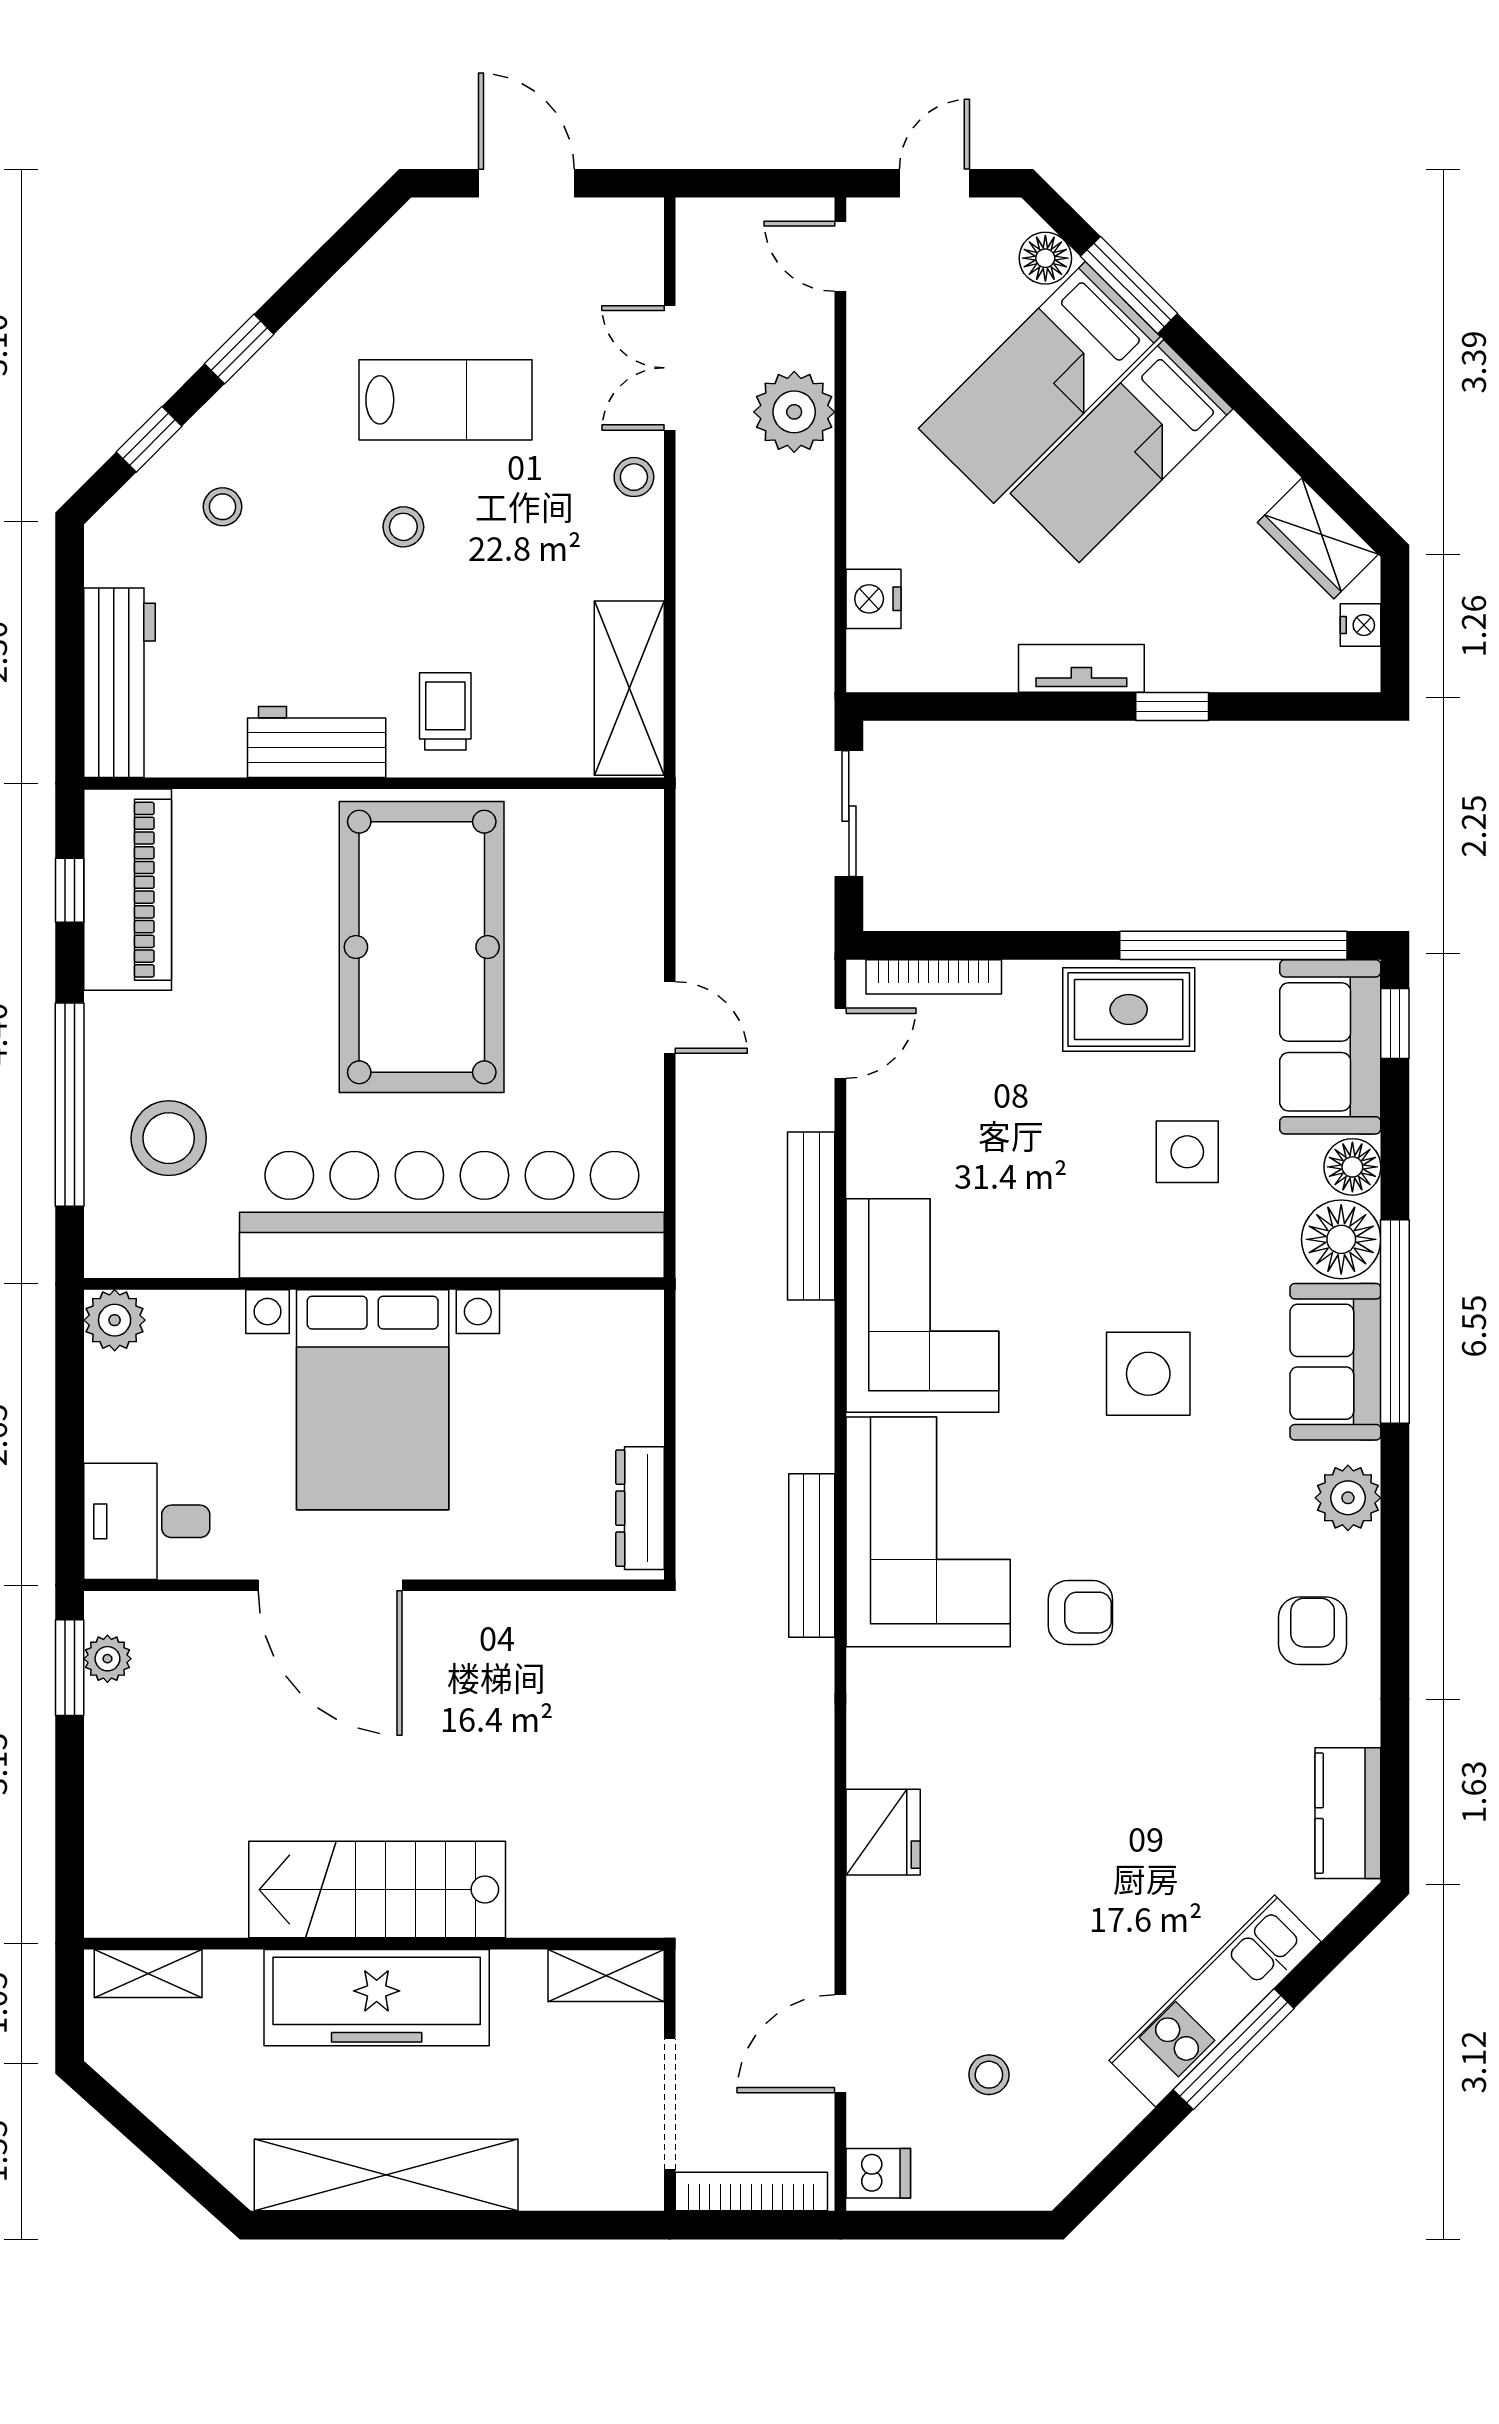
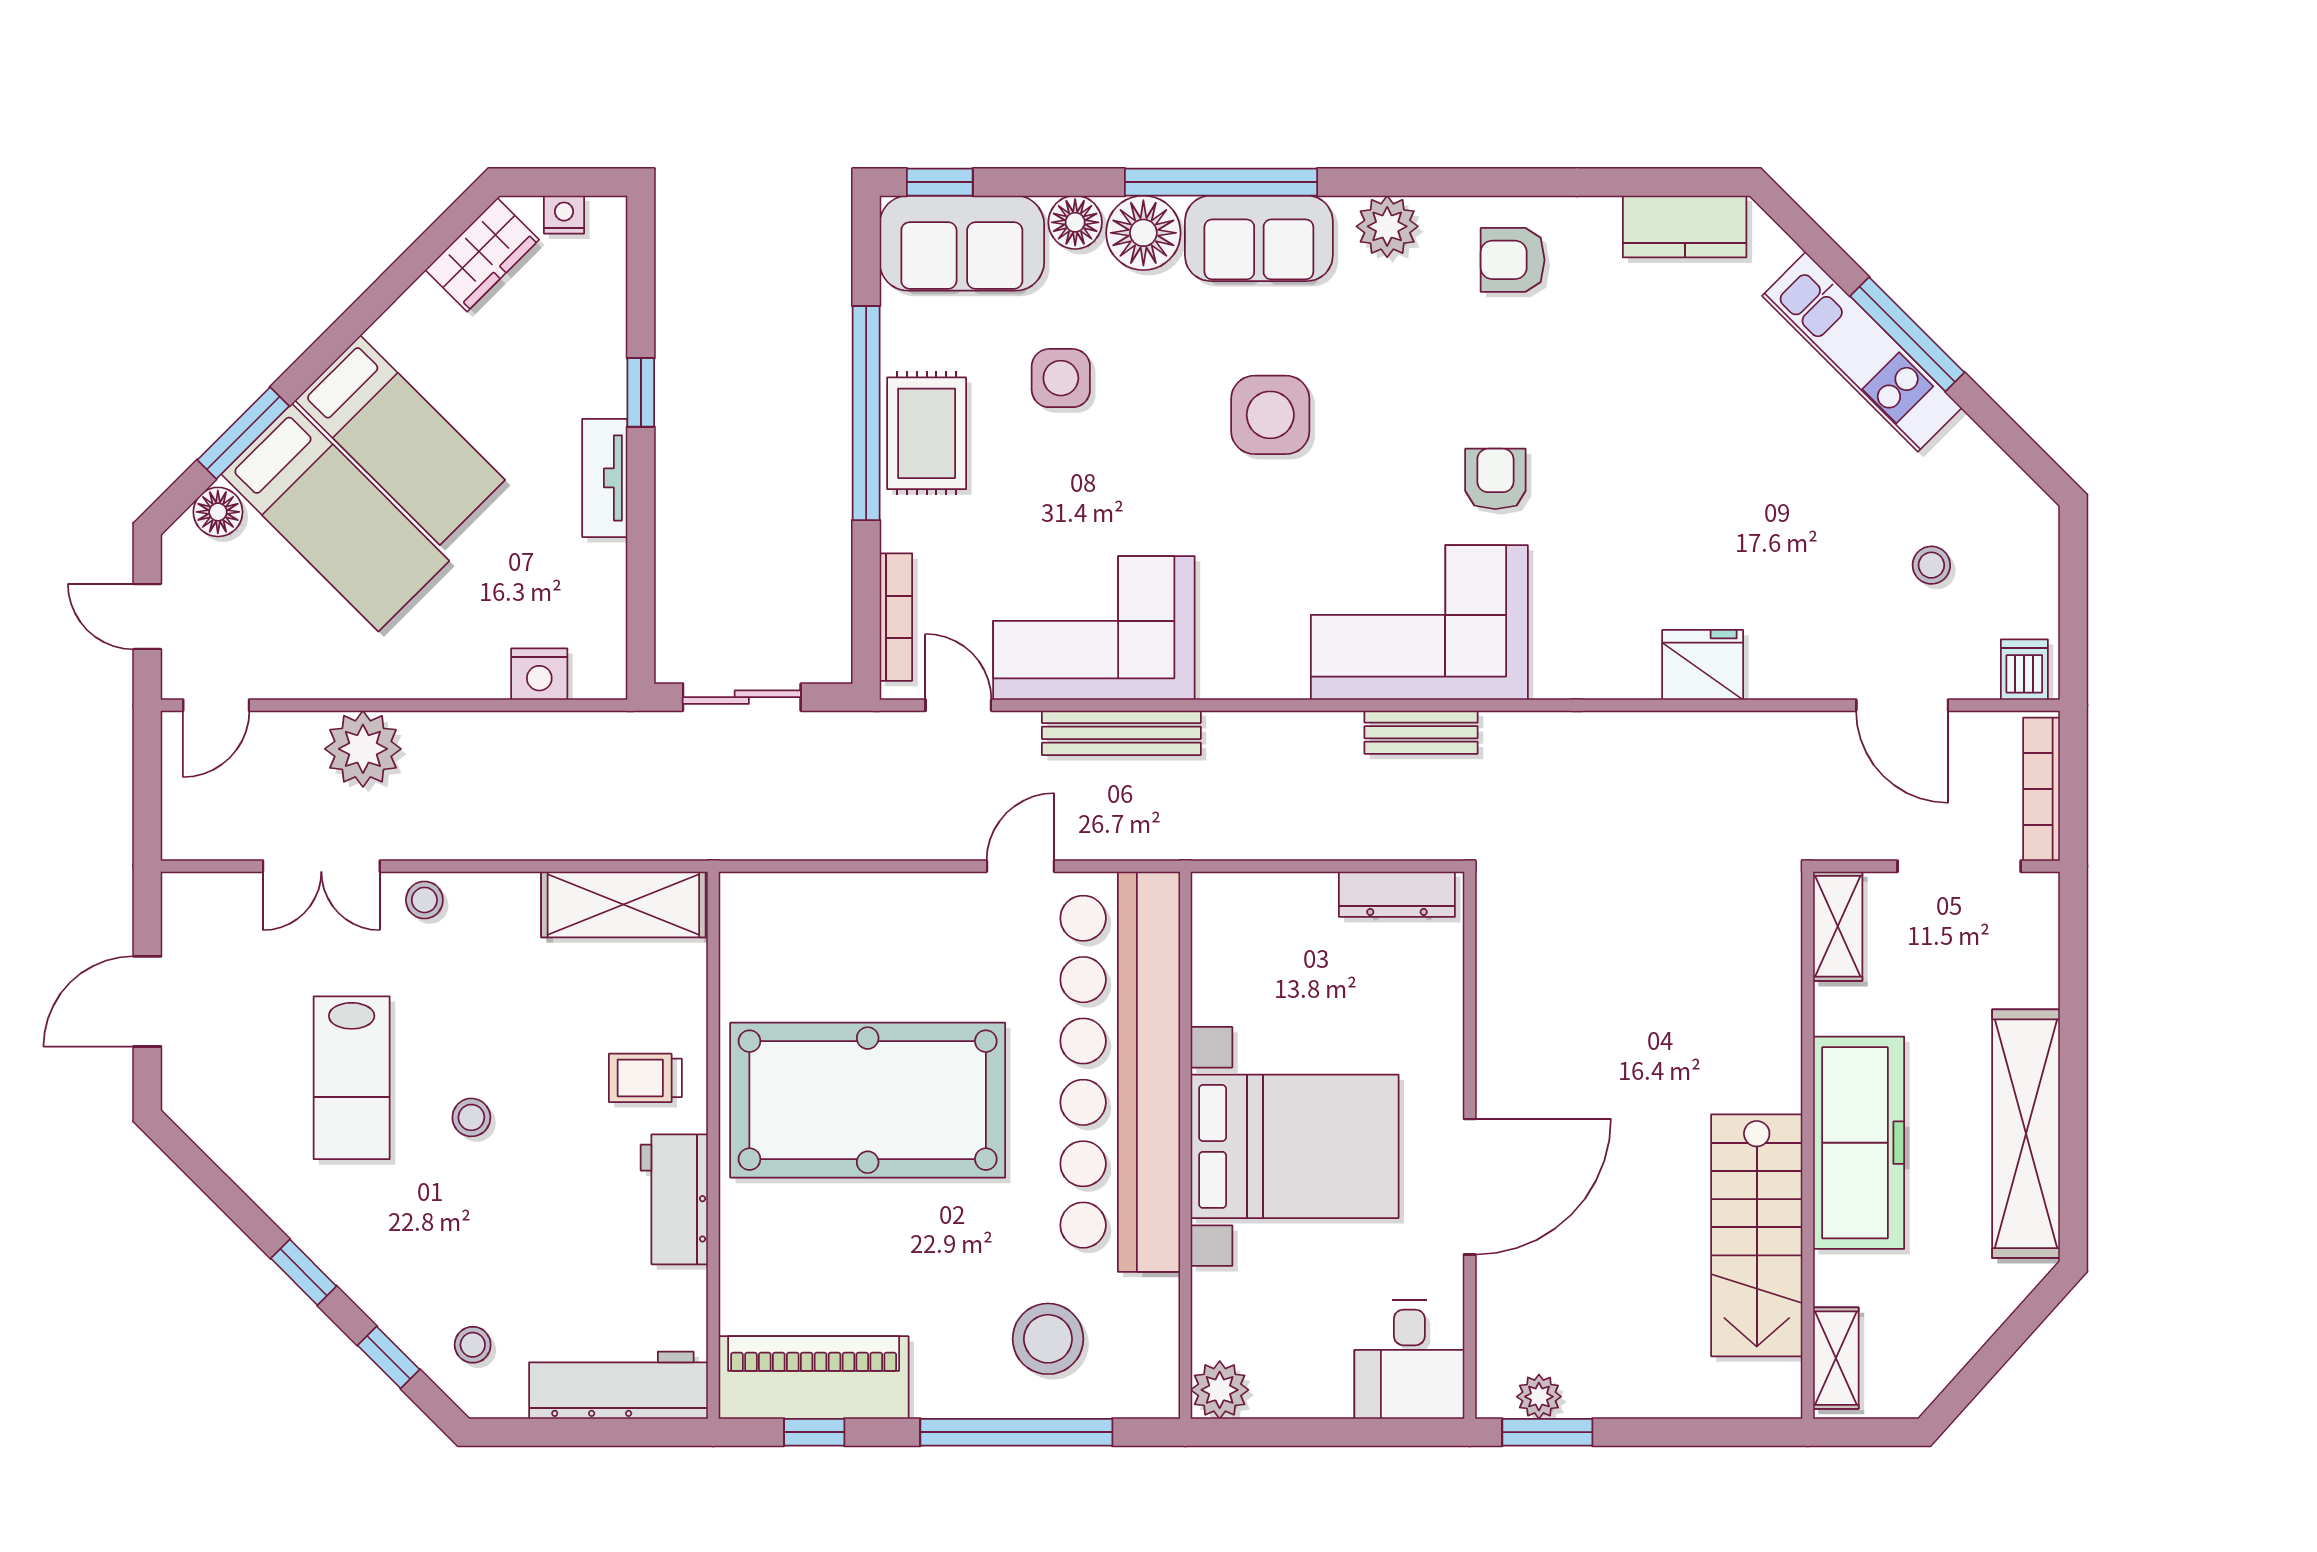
lab bench: (445, 400) -> (352, 1078), turned 180
stool: (223, 507) -> (473, 1345), moved
window: (1233, 945) -> (866, 413), moved
door: (670, 1017) -> (1020, 866), moved
corner sofa: (922, 1306) -> (1094, 628), moved
bench: (812, 1556) -> (1421, 732), width x0.73
stairs: (377, 1890) -> (1757, 1235), moved

